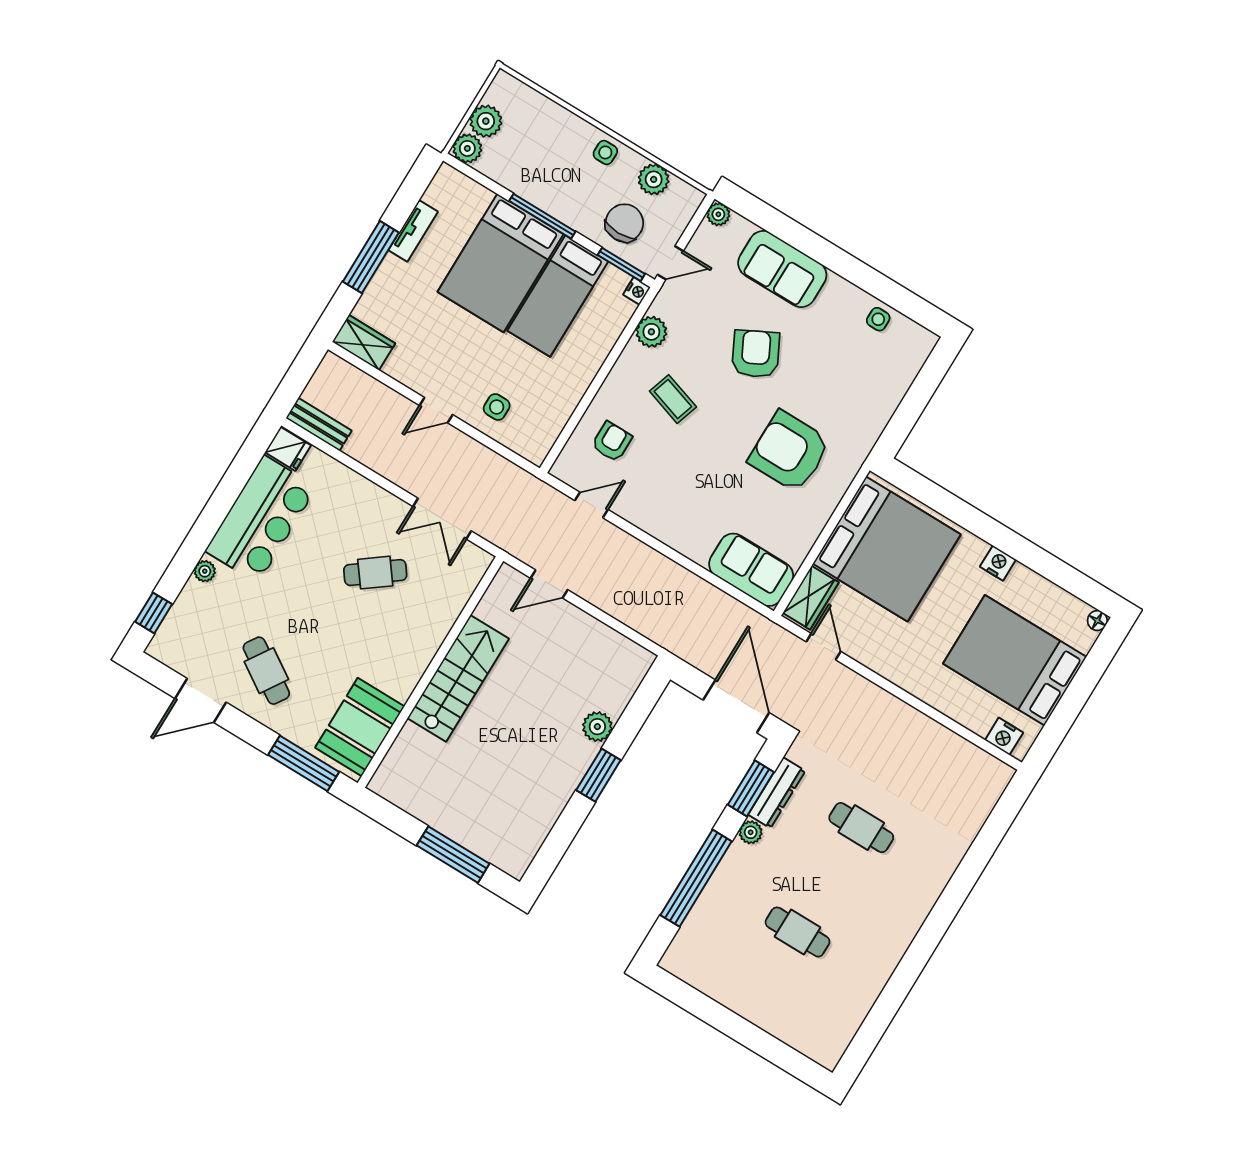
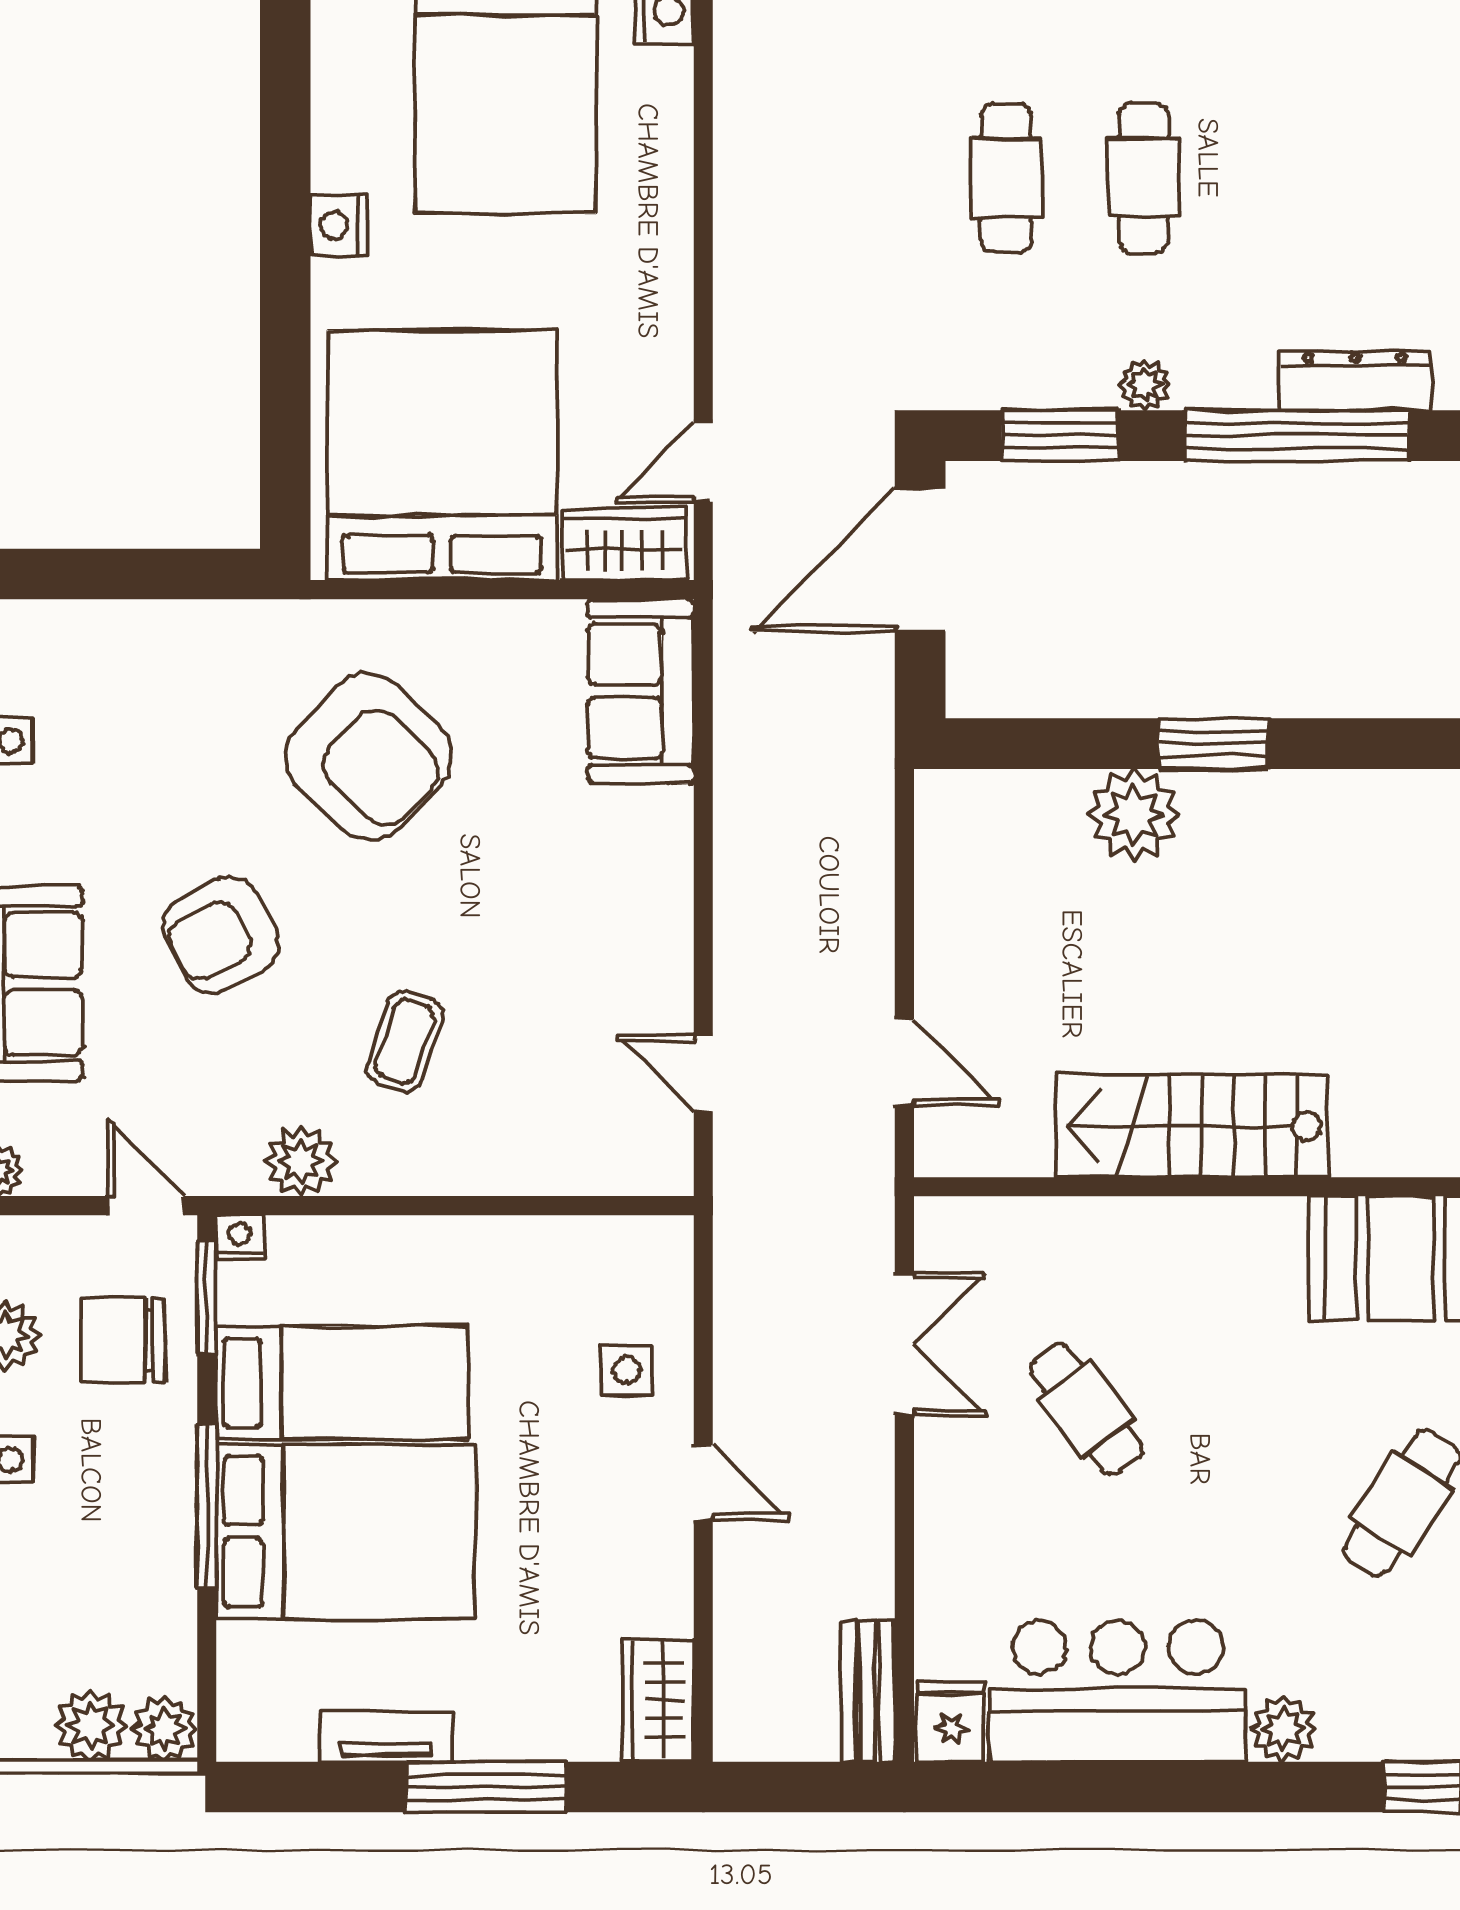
armchair: (612, 442) -> (558, 1109), removed
armchair: (789, 451) -> (369, 756), turned -46
plant: (205, 571) -> (1283, 1729), width x1.38, depth x1.38
plant: (597, 727) -> (1134, 815), width x1.36, depth x1.36
dresser: (777, 793) -> (1355, 381), moved
cafe table: (798, 932) -> (1144, 178), moved

